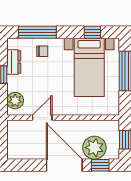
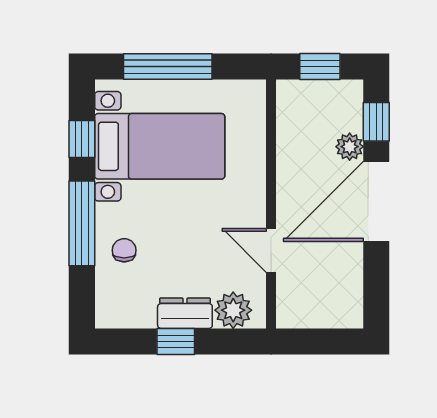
window: (37, 32) -> (82, 223), moved
dresser: (14, 62) -> (185, 313), moved
plant: (94, 148) -> (350, 147), width x0.53, depth x0.53

